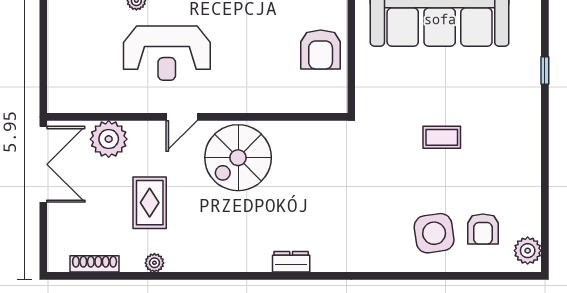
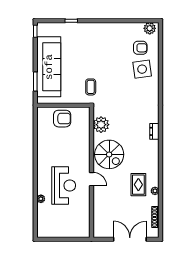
coffee table: (442, 137) -> (91, 87), moved
plant: (109, 139) -> (101, 125), moved
double door: (43, 164) -> (130, 239), moved
rug: (150, 203) -> (138, 185), moved, turned 90

